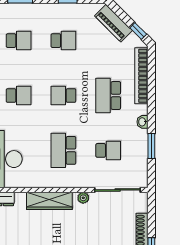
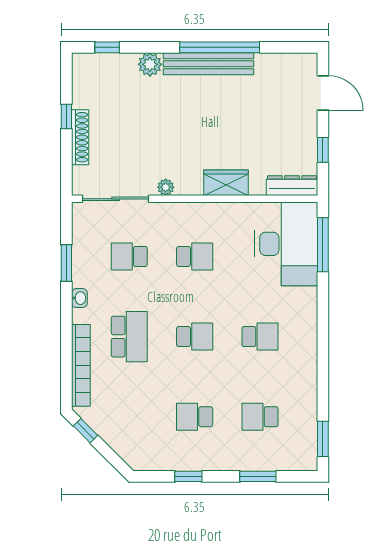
piano: (113, 23) -> (122, 442), removed
school desk: (19, 95) -> (260, 337), turned 180
school desk: (63, 150) -> (195, 256), width x0.54
wardrobe: (49, 201) -> (226, 183), width x0.67

